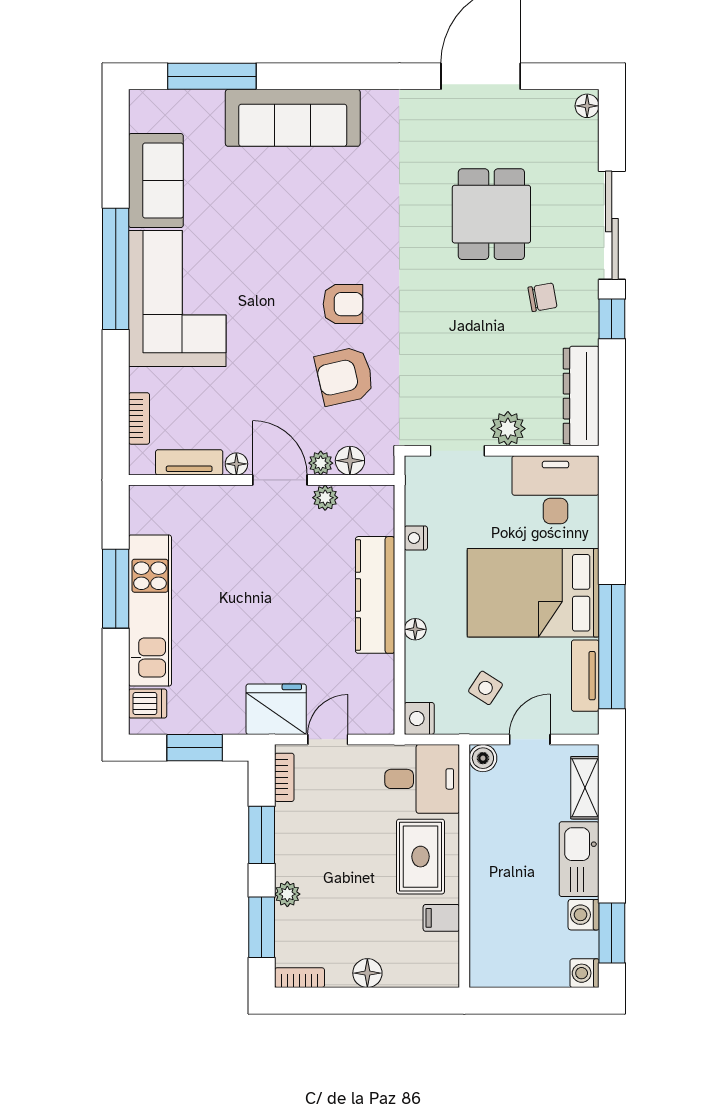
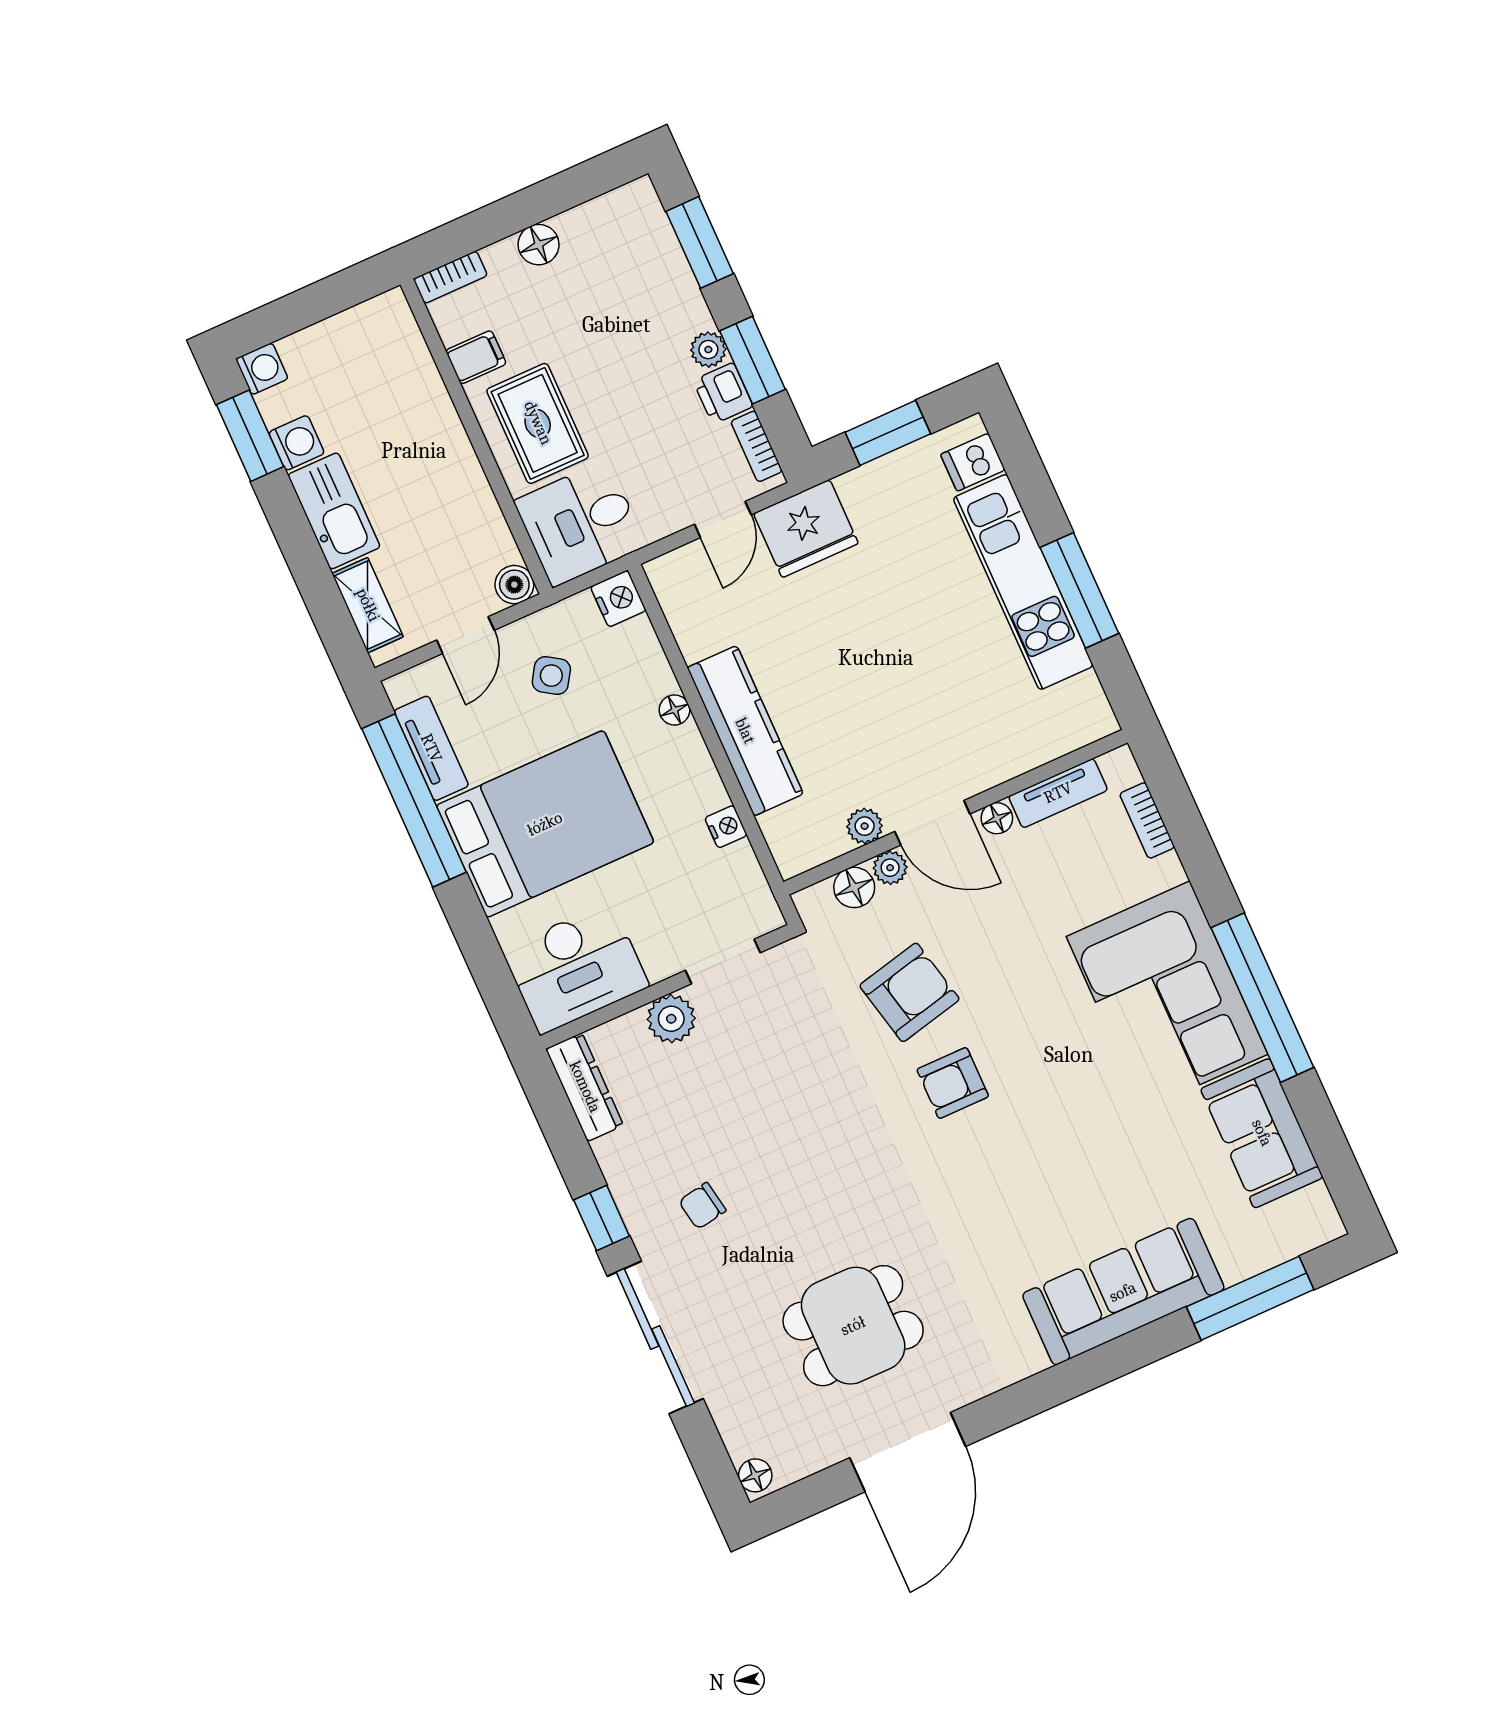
dining table: (491, 214) -> (853, 1326), moved, turned 90
dresser: (581, 396) -> (585, 1087), width x0.73, depth x0.80
printer: (291, 822) -> (723, 393), added
plant: (287, 894) -> (708, 350), moved
bookcase: (300, 978) -> (450, 277), moved

